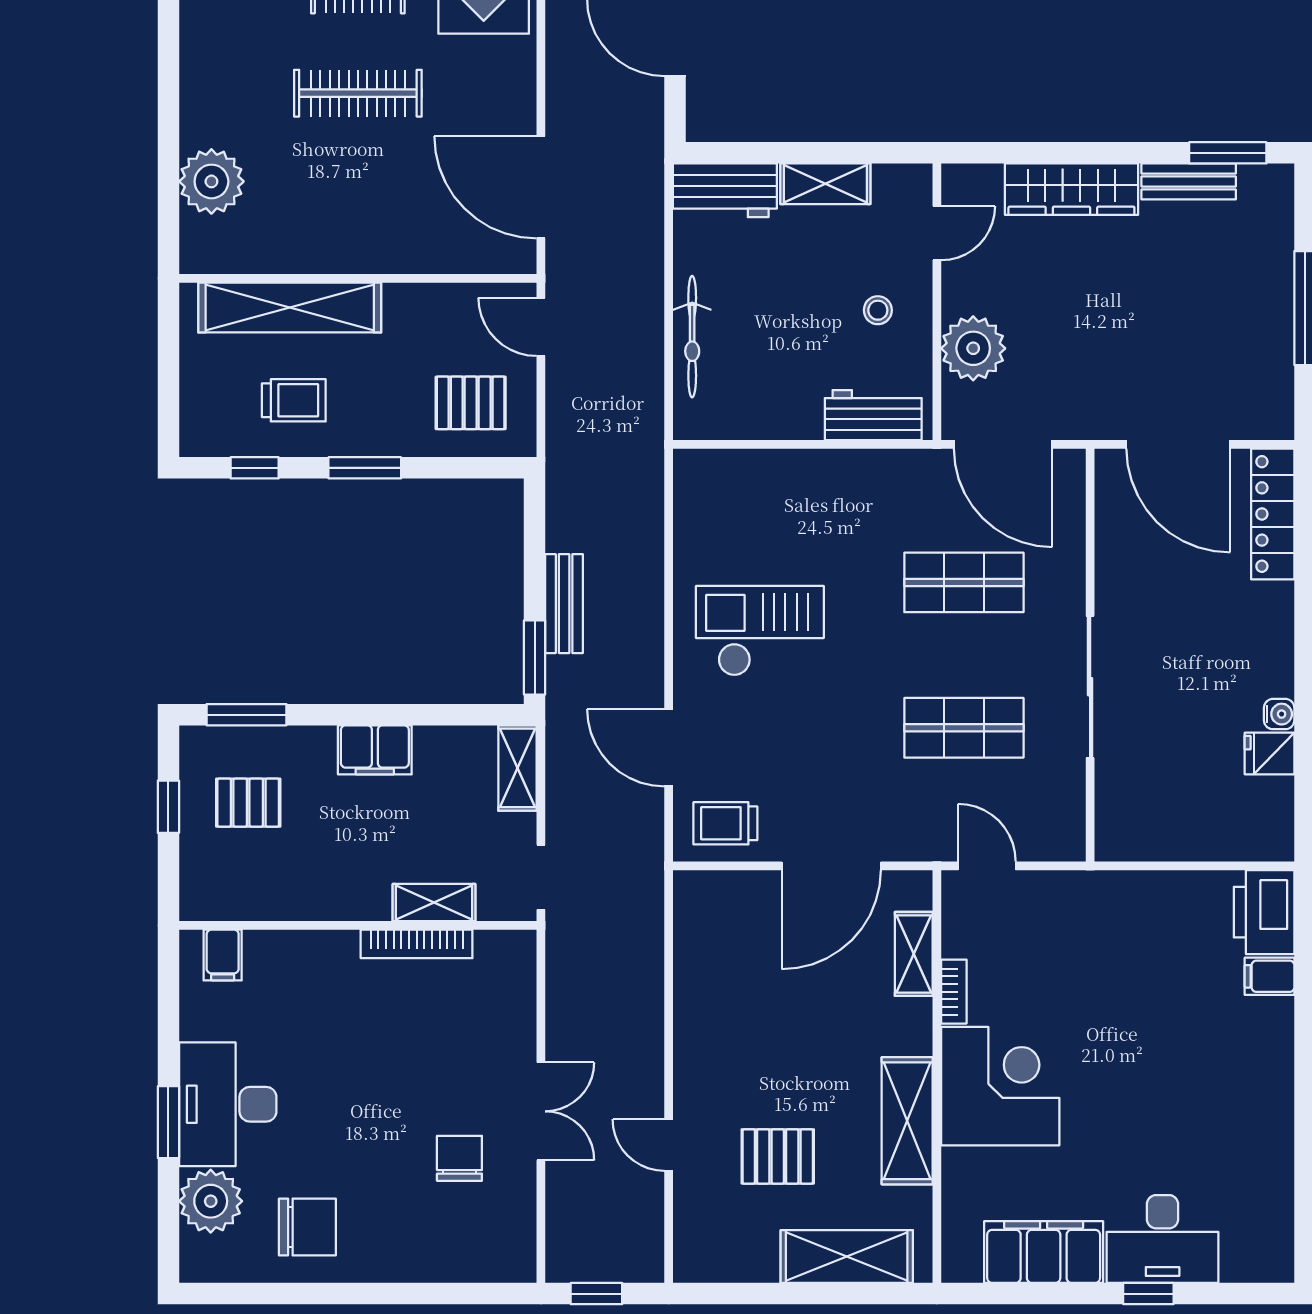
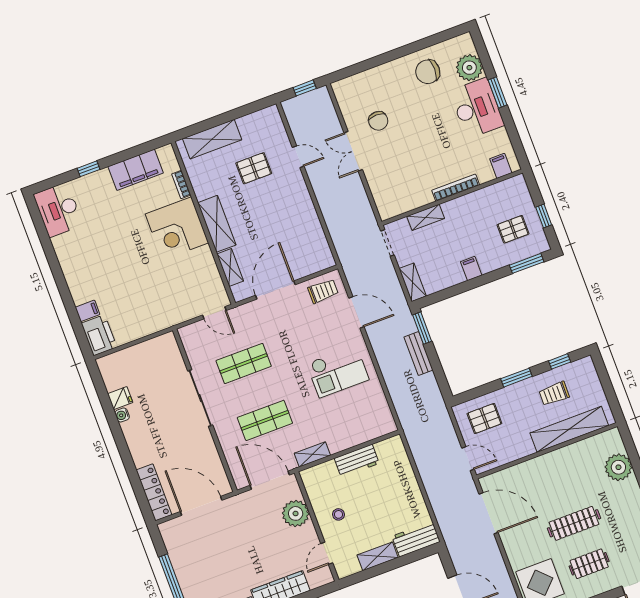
bicycle: (692, 337) -> (407, 477), removed
workbench: (873, 415) -> (357, 461), moved
shelving: (886, 467) -> (312, 454), added
filing cabinet: (375, 750) -> (471, 268), width x0.50
bookcase: (417, 944) -> (456, 188), moved
bookcase: (954, 992) -> (181, 185), moved
shelving: (907, 1121) -> (217, 224), moved
desk: (1163, 1239) -> (58, 210), moved, turned -90

